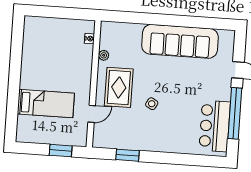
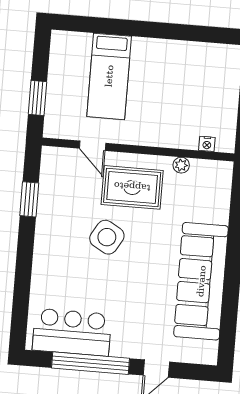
side table: (152, 104) -> (107, 237), width x1.87, depth x1.87

